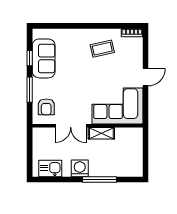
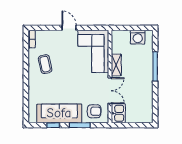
sofa: (44, 58) -> (59, 113), width x1.36
kitchen sink: (50, 168) -> (118, 113), moved, turned 180
washing machine: (80, 168) -> (138, 37), moved, turned -90

